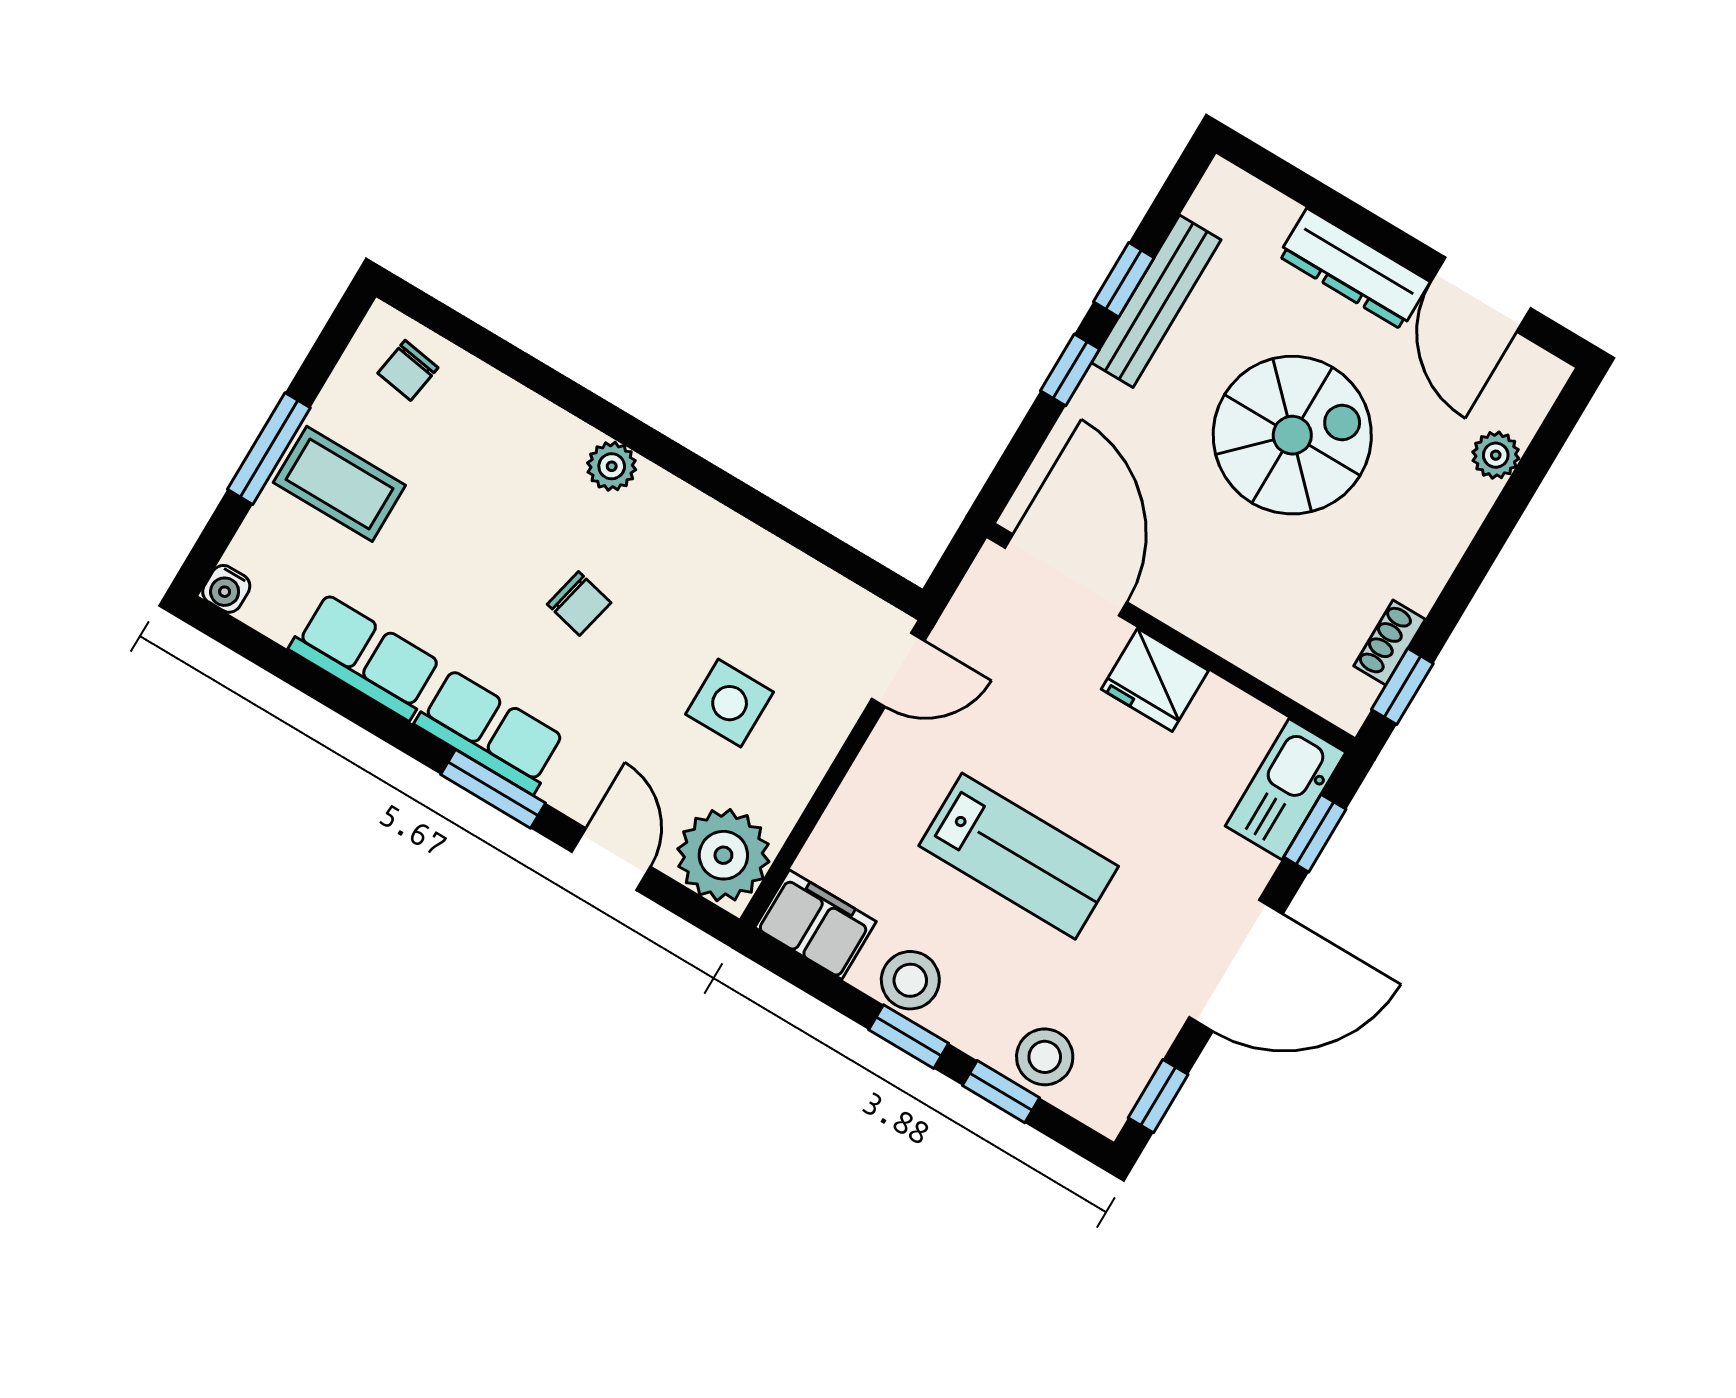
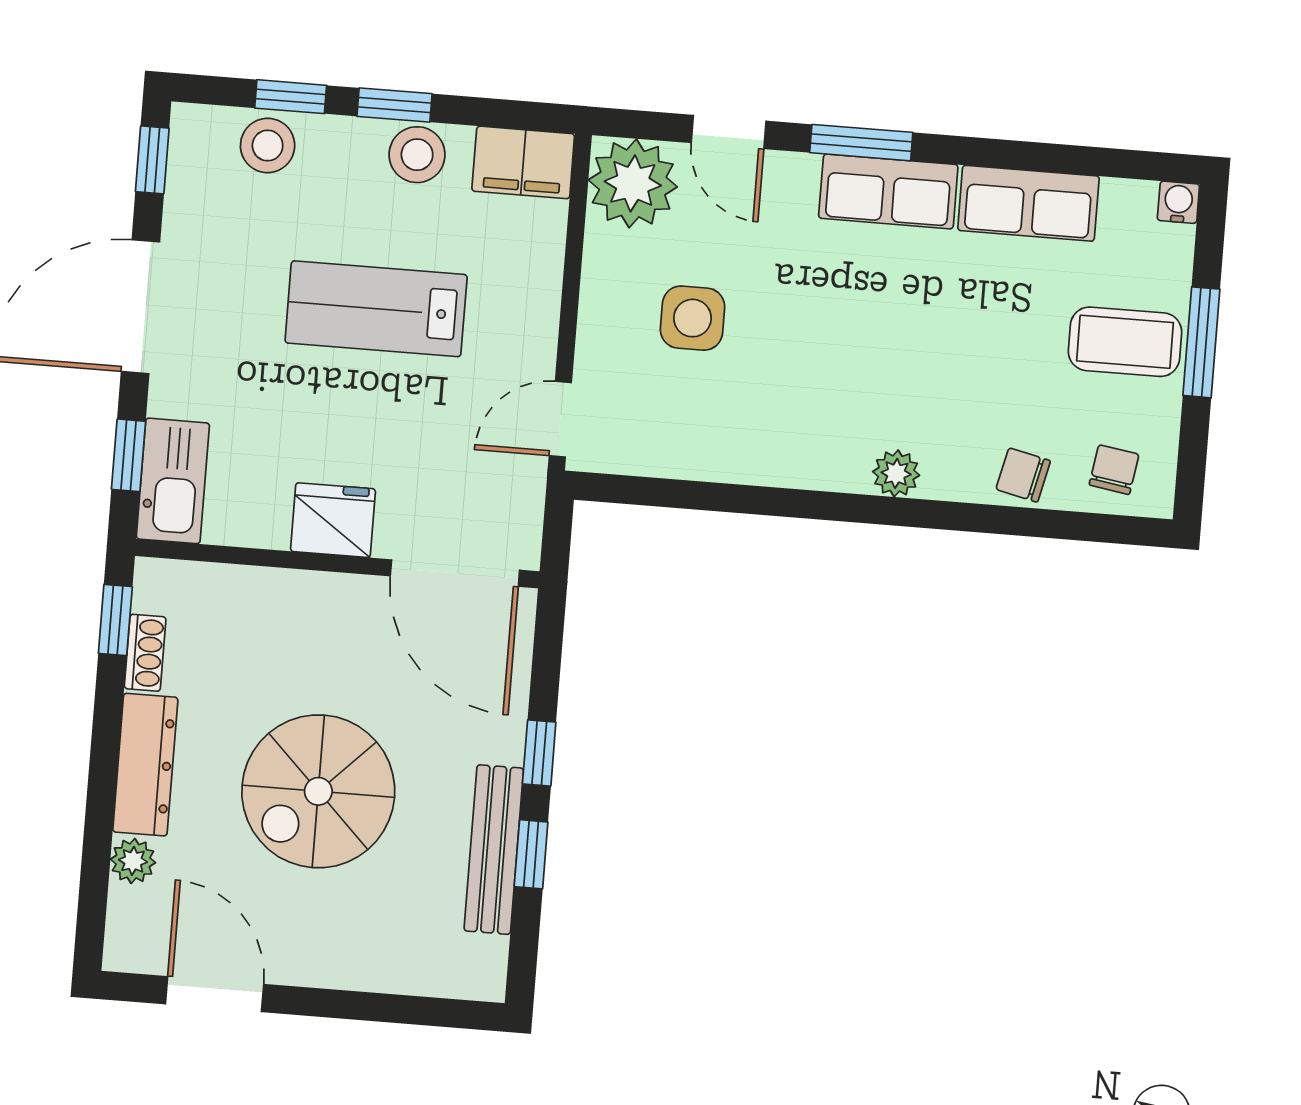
dresser: (1354, 269) -> (145, 765), moved, turned 90
chair: (579, 604) -> (1023, 475), moved

